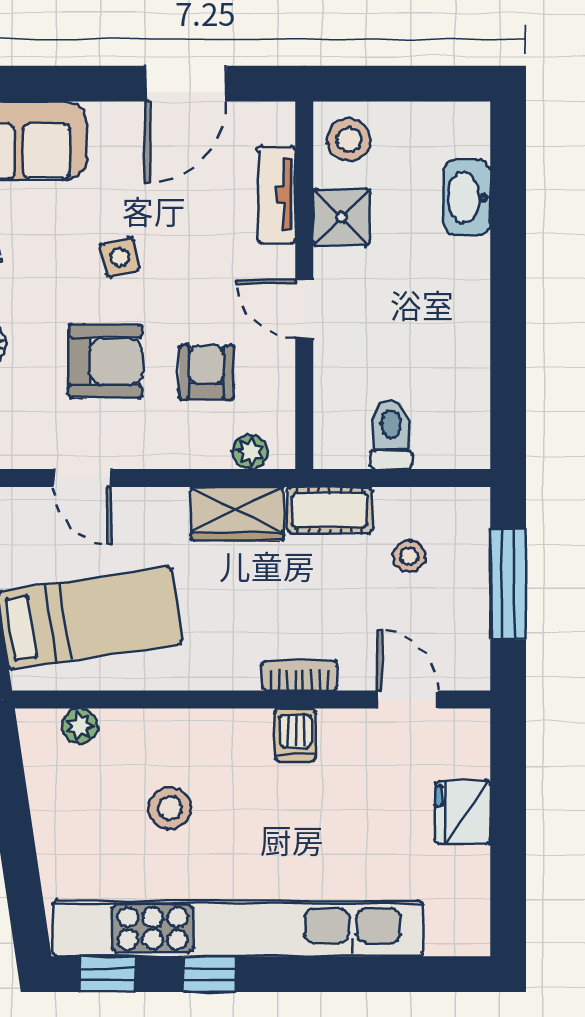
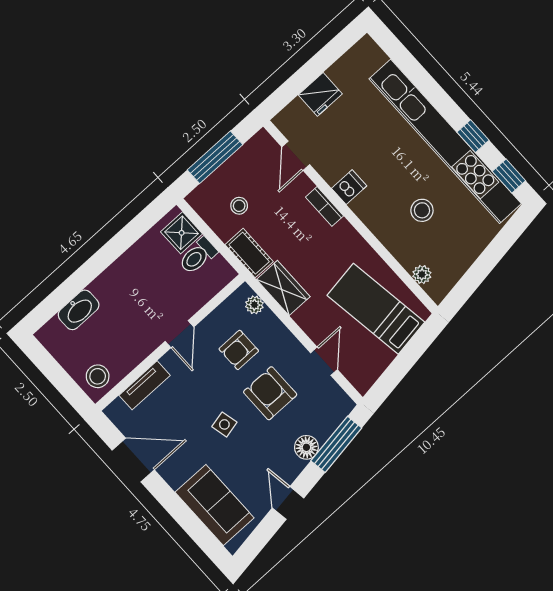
shower: (341, 217) -> (182, 233), moved

